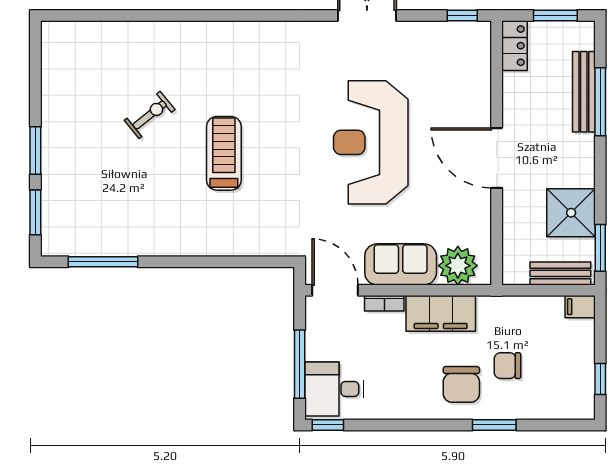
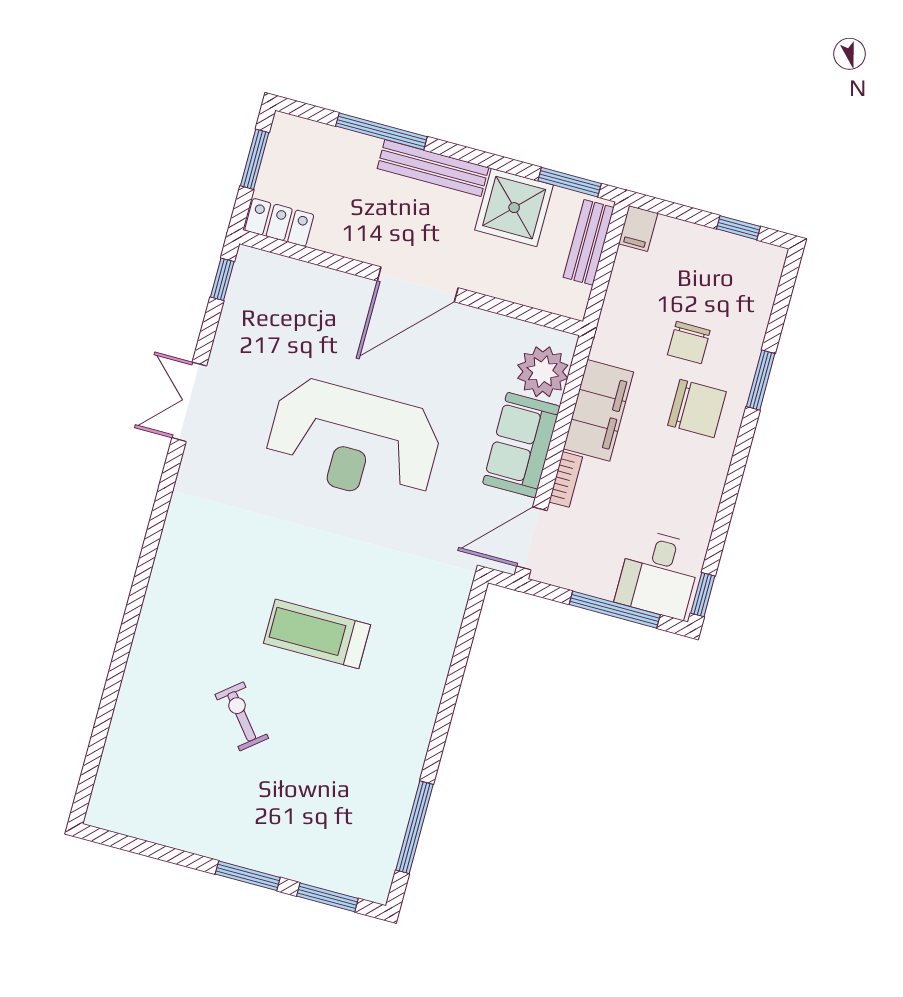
bench: (584, 92) -> (433, 168), moved

